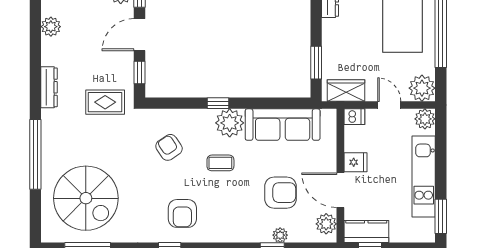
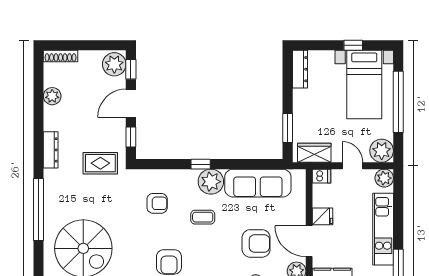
armchair: (169, 147) -> (157, 203), turned 124

